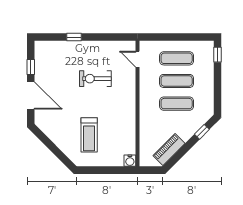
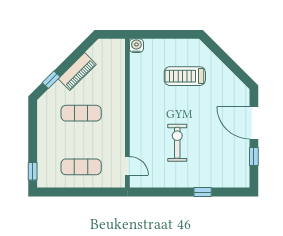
exercise bike: (95, 79) -> (177, 143), turned -90
exercise mat: (177, 81) -> (81, 140), removed
treadmill: (89, 135) -> (185, 76), turned -90
piano: (169, 150) -> (77, 72), moved

